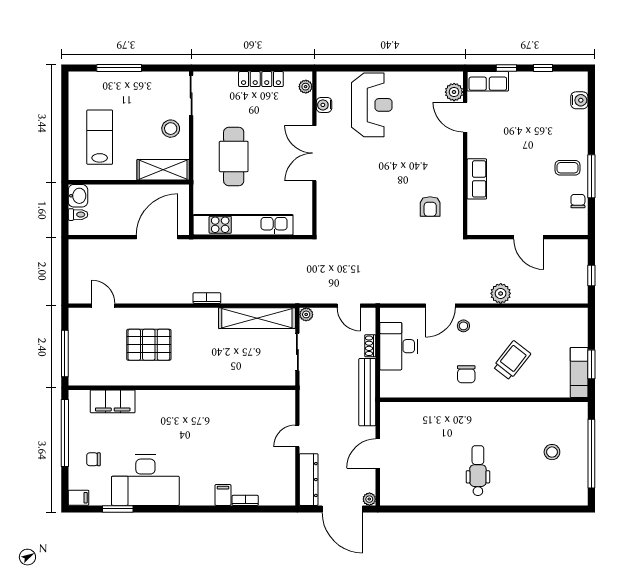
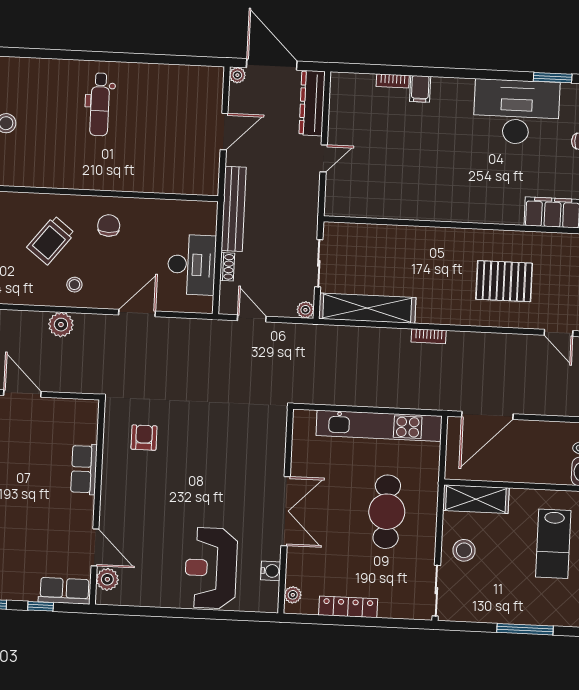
stool: (463, 326) -> (74, 285), moved

